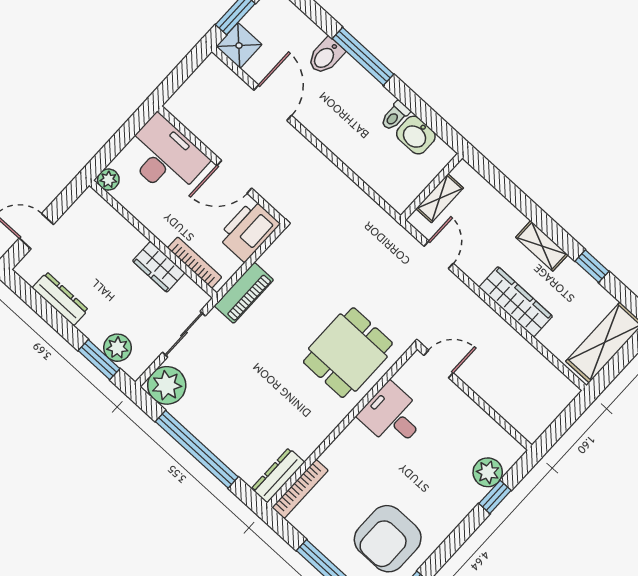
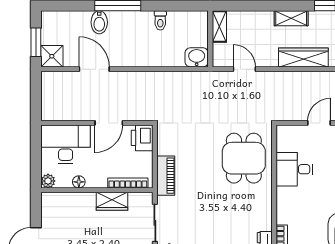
washbasin: (416, 135) -> (197, 57), moved, turned 180
shelving: (440, 198) -> (219, 26), moved
floor lamp: (142, 212) -> (79, 182), added
printer: (249, 230) -> (142, 138), width x0.73, depth x0.84
door: (439, 364) -> (319, 123), moved

